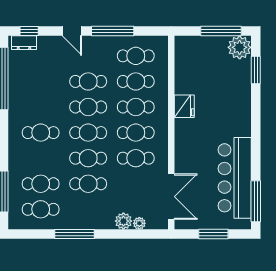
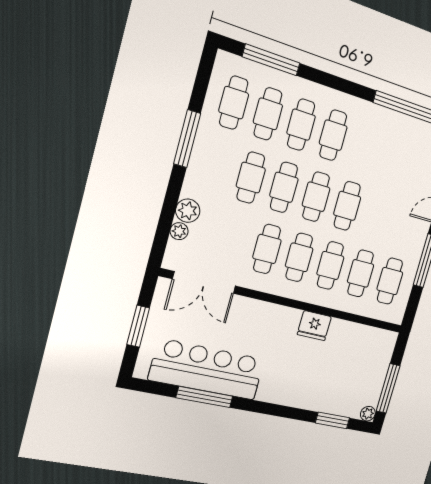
plant: (240, 47) -> (368, 414), width x0.53, depth x0.53
cafe table: (88, 81) -> (301, 125), moved
window: (256, 201) -> (205, 397), moved

